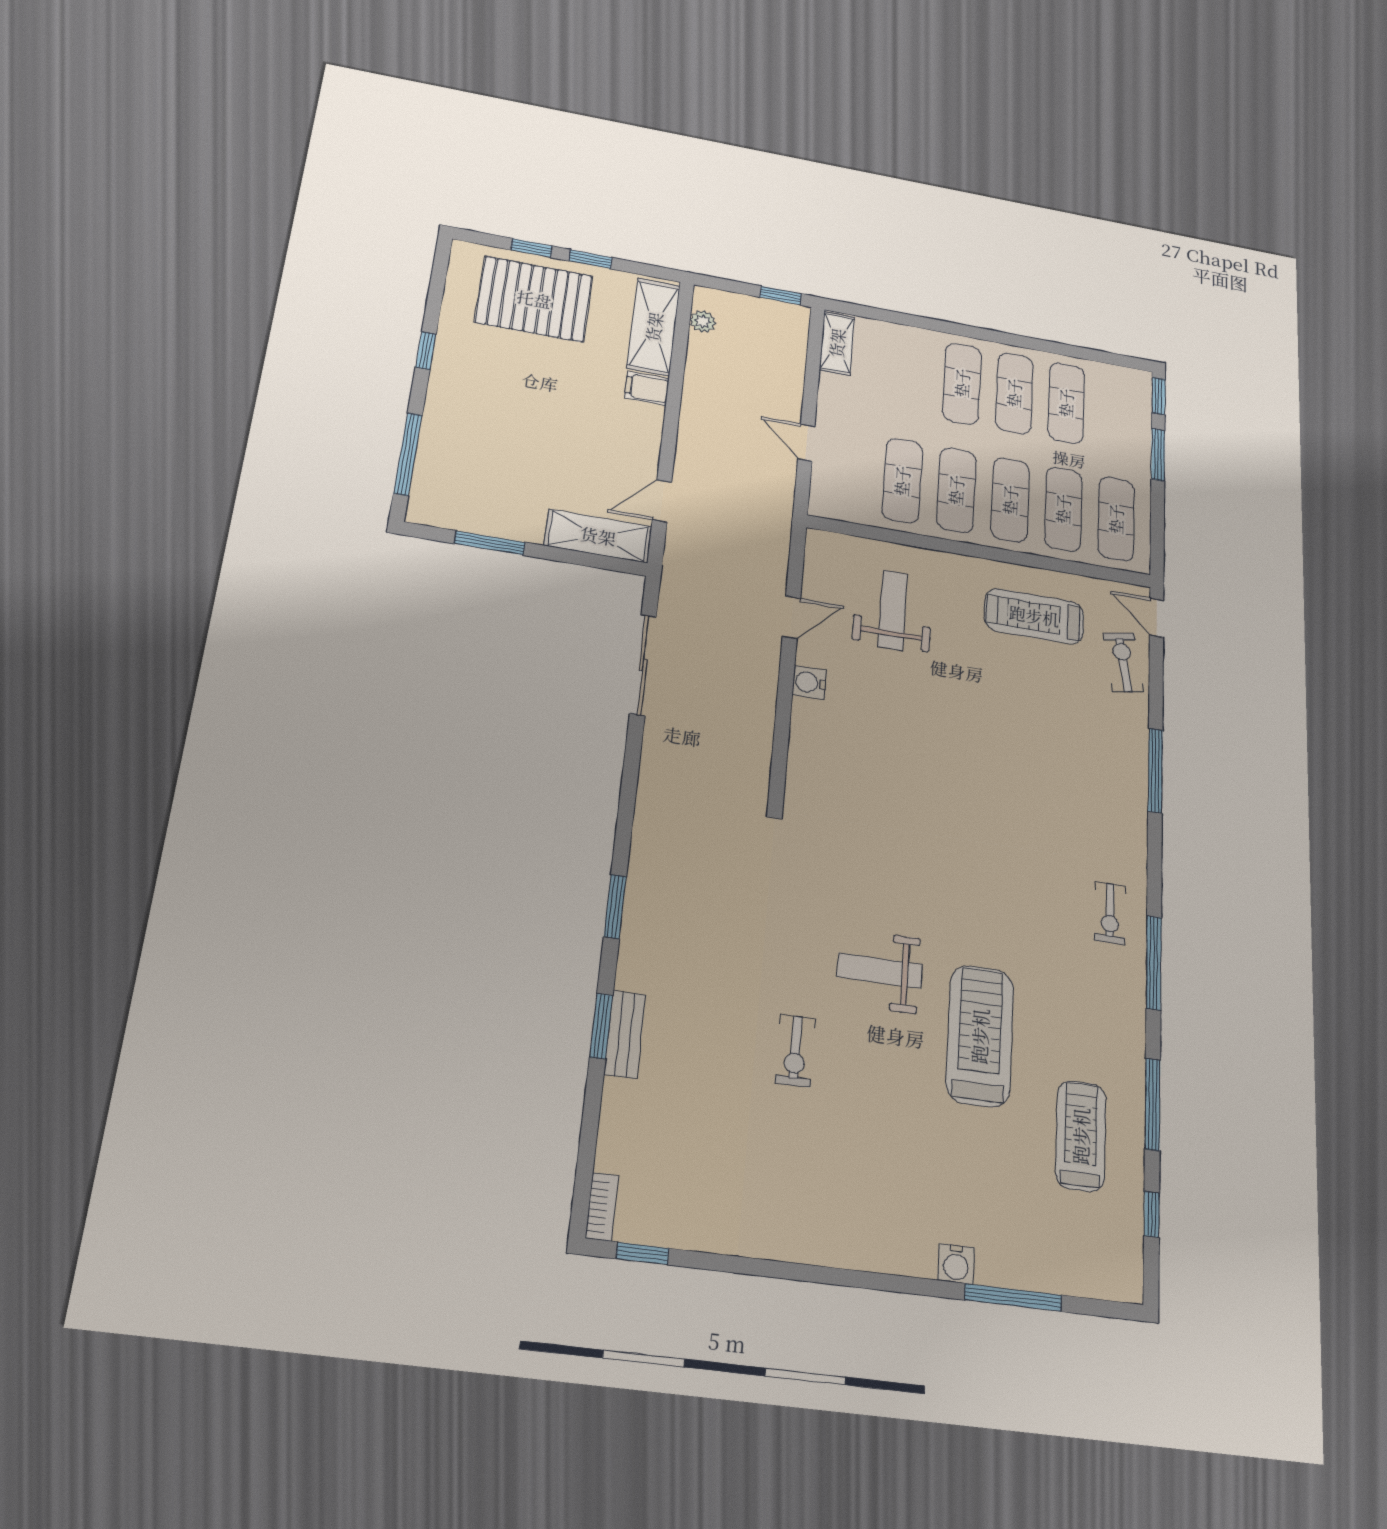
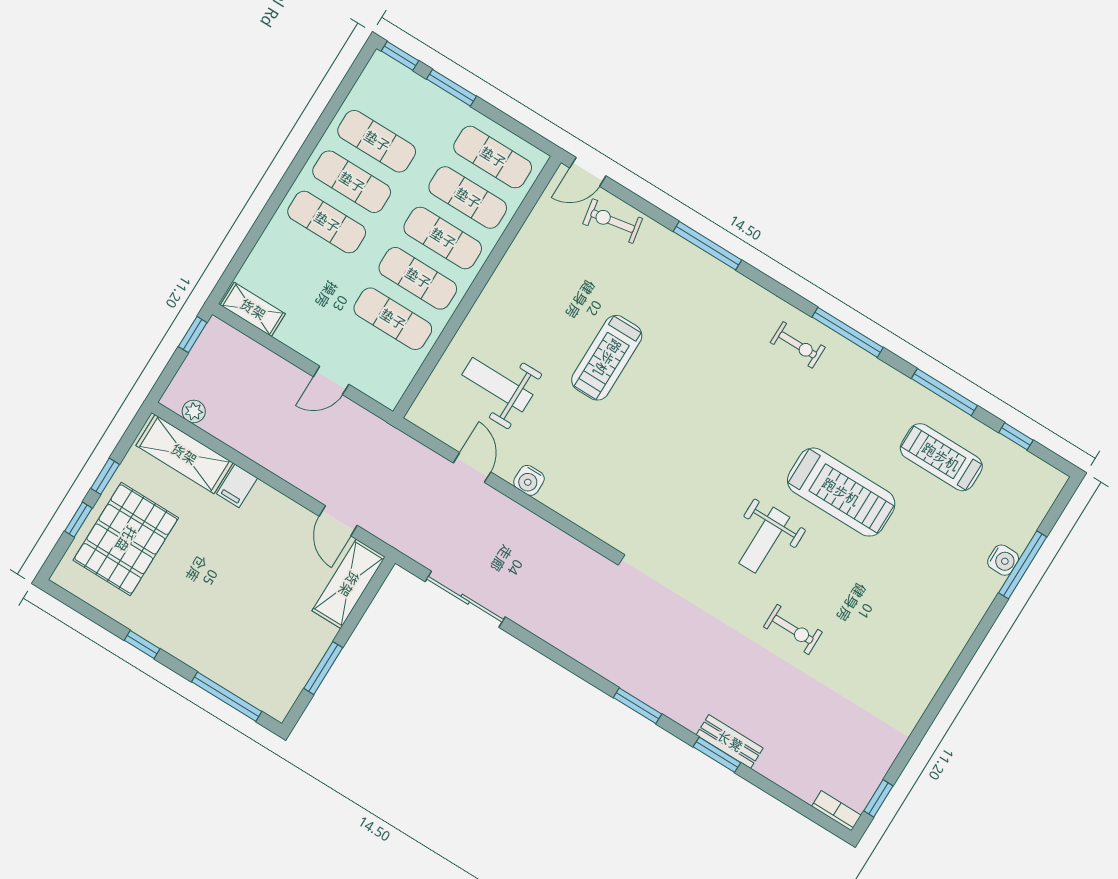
treadmill: (1034, 616) -> (607, 358), moved
treadmill: (980, 1036) -> (841, 492), turned 180
water cooler: (956, 1264) -> (1003, 560), moved

